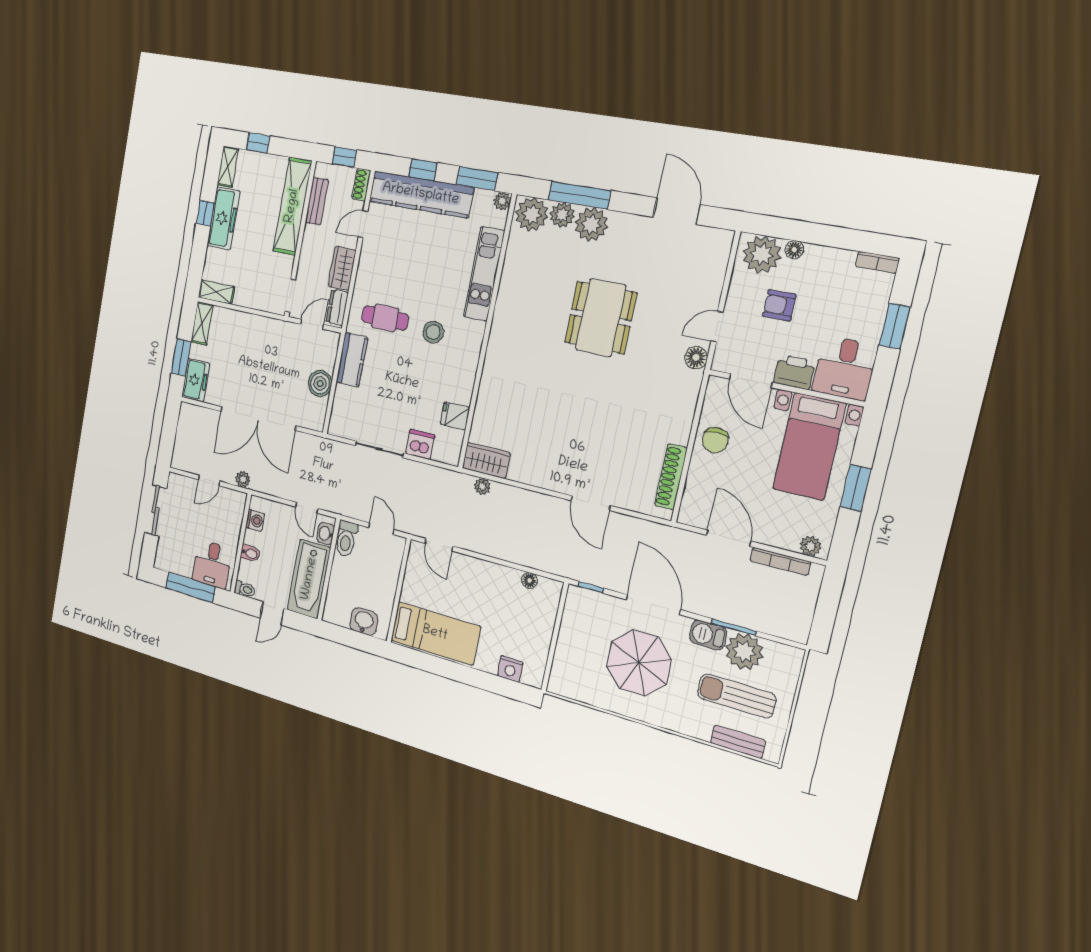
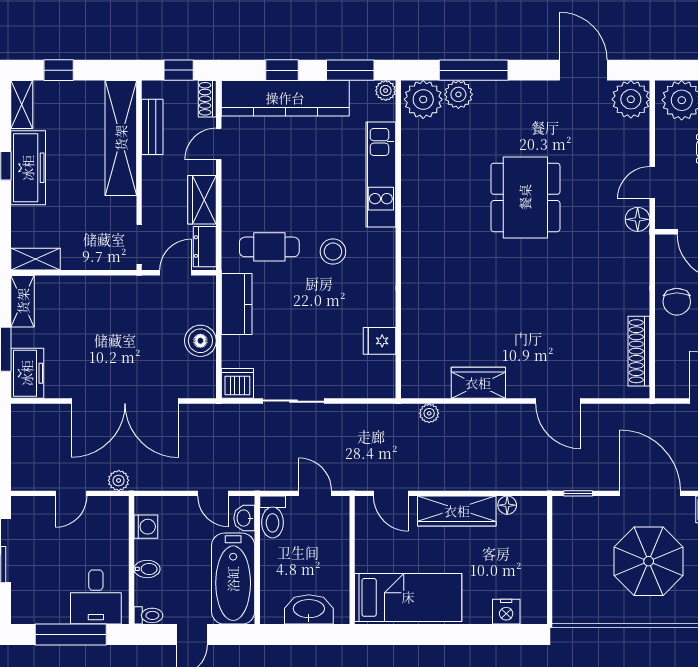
plant: (591, 224) -> (631, 99), moved
dishwasher: (420, 444) -> (237, 383), moved
wardrobe: (486, 460) -> (478, 383), moved
wardrobe: (488, 574) -> (457, 511), added
washbasin: (364, 621) -> (309, 609), width x1.38

